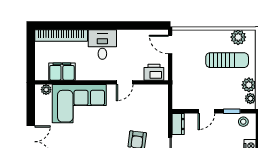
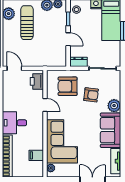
door: (170, 45) -> (14, 68), swing flipped
filing cabinet: (62, 72) -> (36, 155), width x0.50
armchair: (148, 111) -> (68, 86), added

